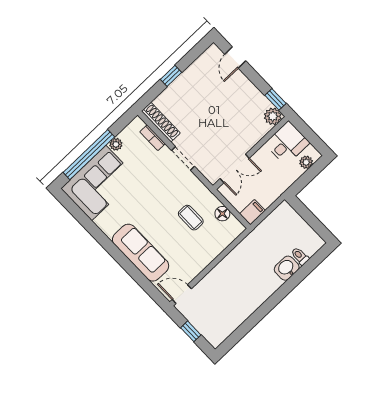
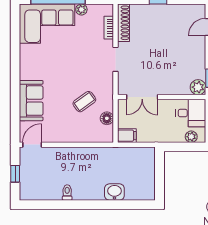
coffee table: (191, 218) -> (84, 102), turned 54
sofa: (141, 253) -> (31, 101), width x0.73
toilet: (300, 256) -> (67, 192), moved
door: (182, 294) -> (32, 145), hinge flipped

